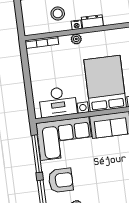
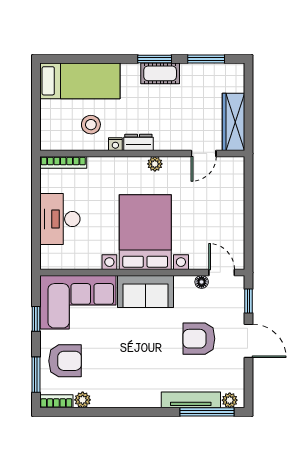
plant: (76, 39) -> (155, 164), moved
desk: (58, 102) -> (60, 219), moved, turned 90
window: (37, 154) -> (36, 319), width x0.46

